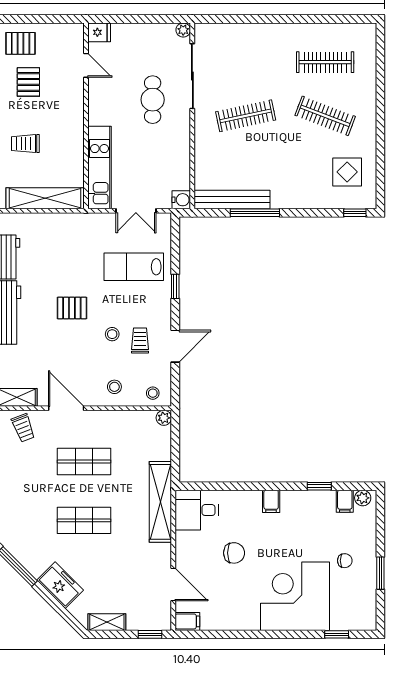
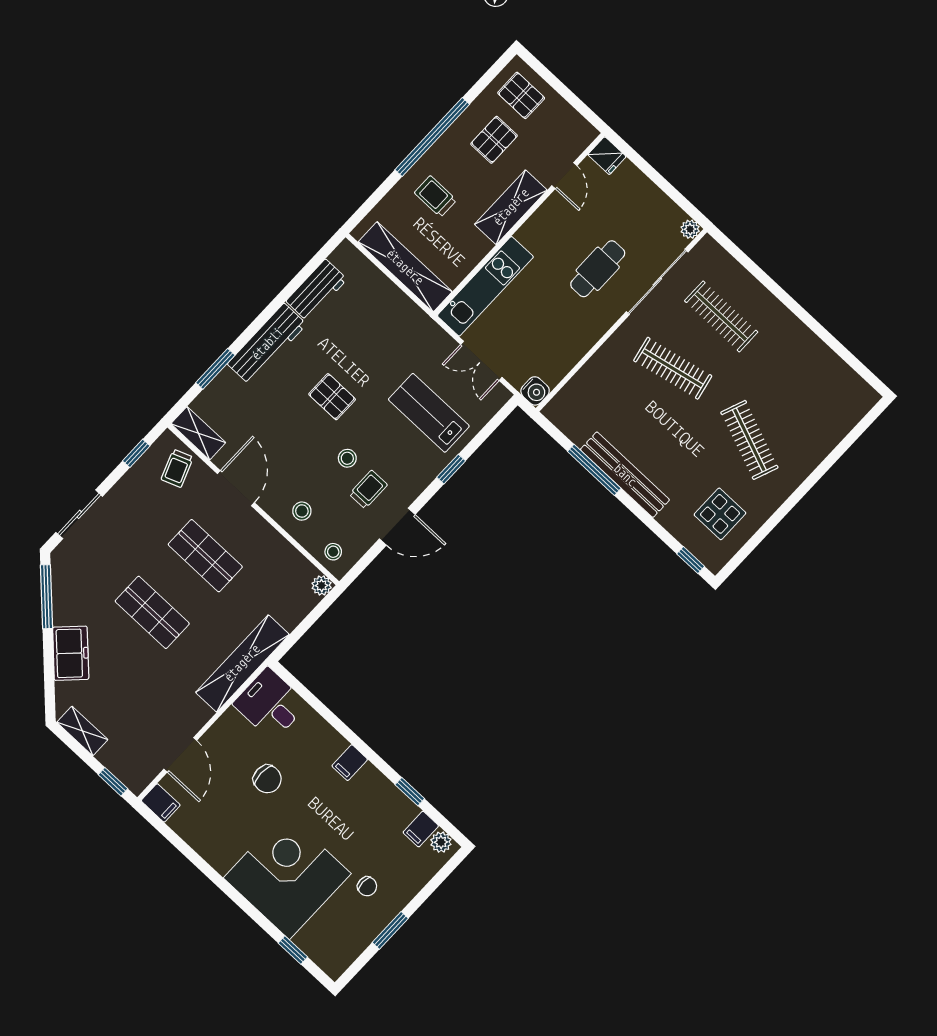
clothes rail: (325, 62) -> (721, 316), moved
shelving: (73, 111) -> (511, 207), added
bench: (232, 199) -> (625, 475), moved

